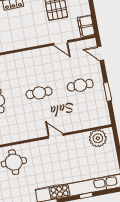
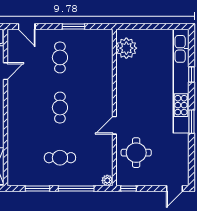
door: (100, 53) -> (27, 27), hinge flipped
door: (56, 136) -> (114, 125), moved

